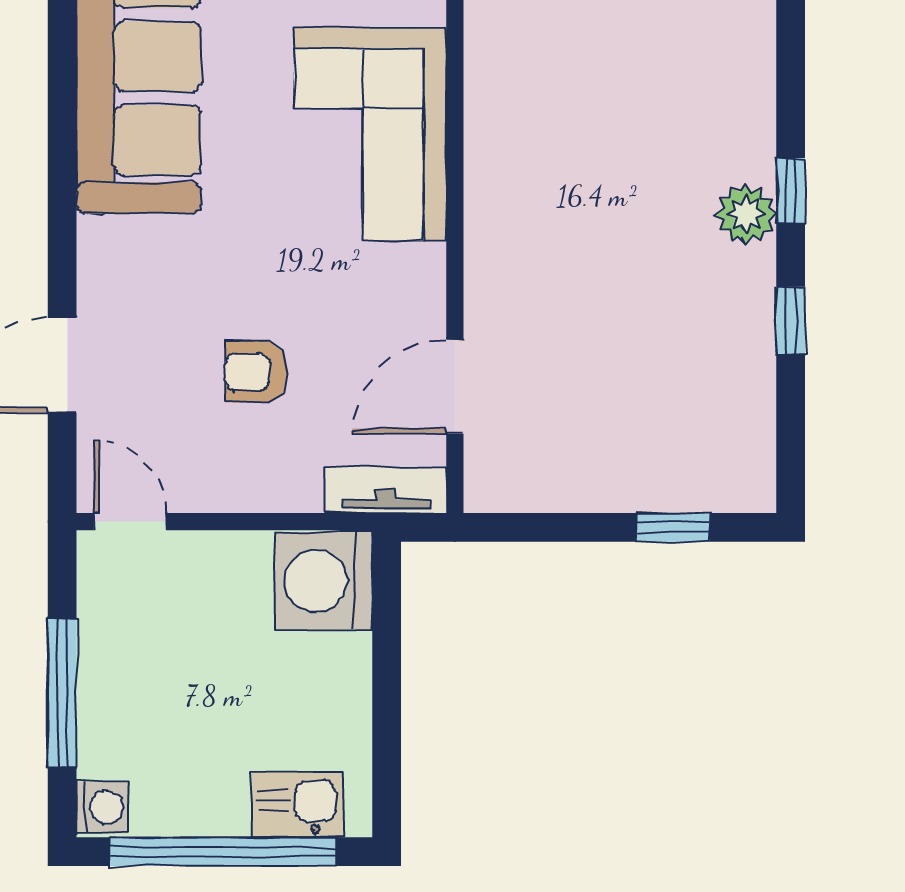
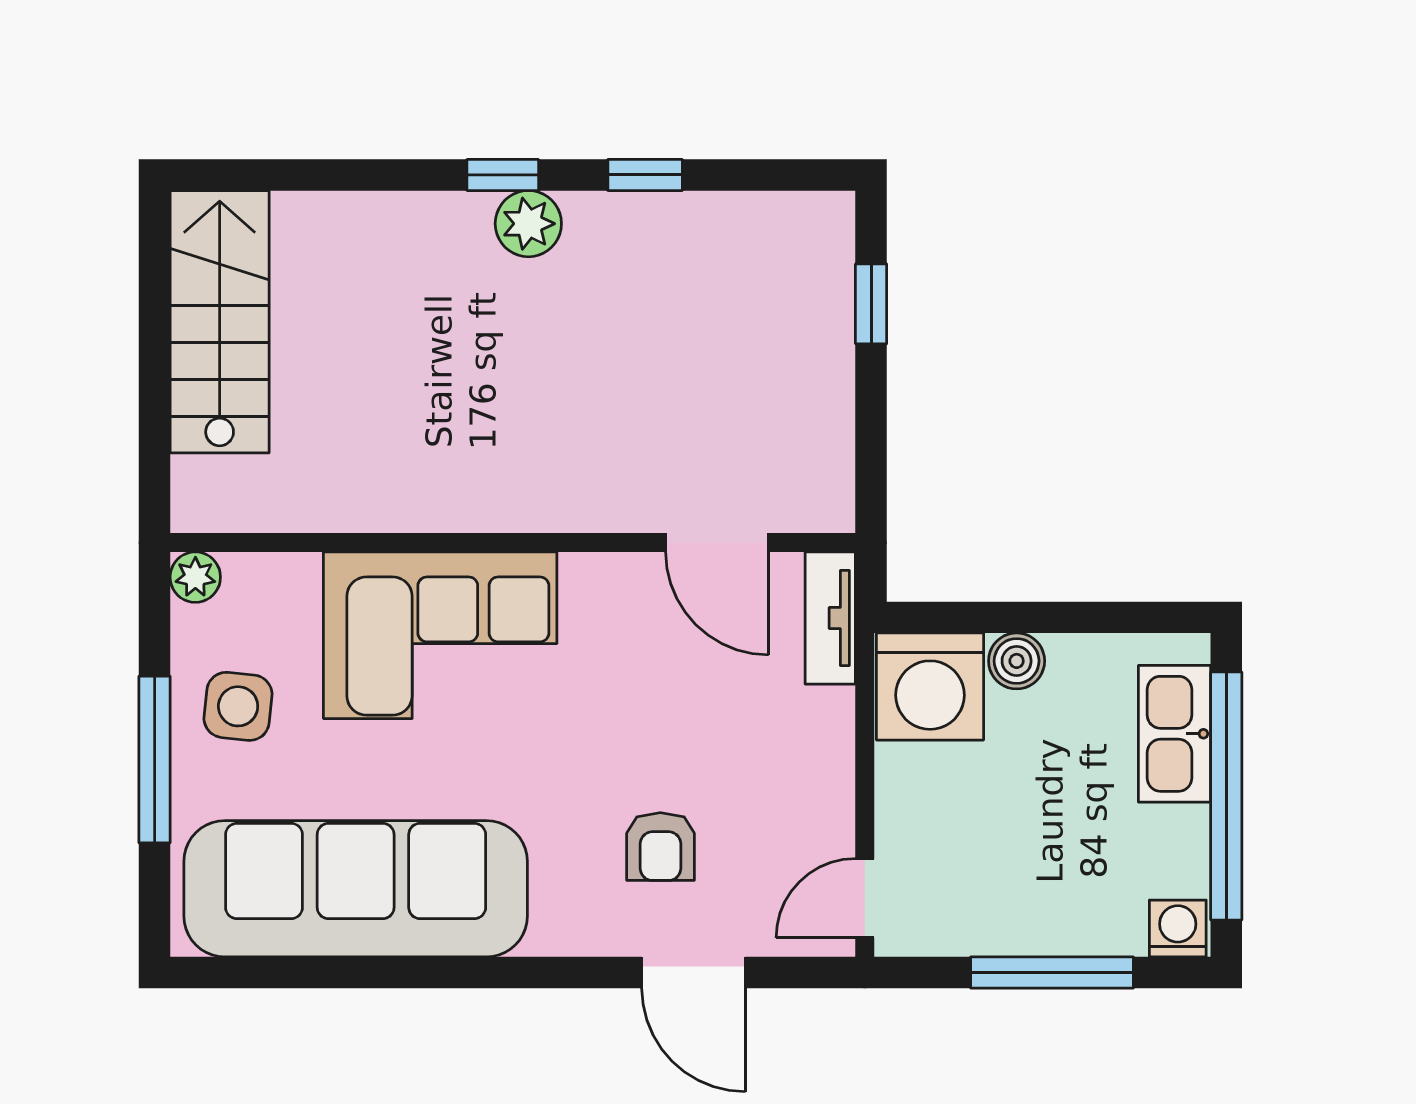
armchair: (256, 372) -> (660, 847), moved
boiler: (347, 660) -> (1017, 661), added
kitchen sink: (297, 805) -> (1175, 734), width x1.38

